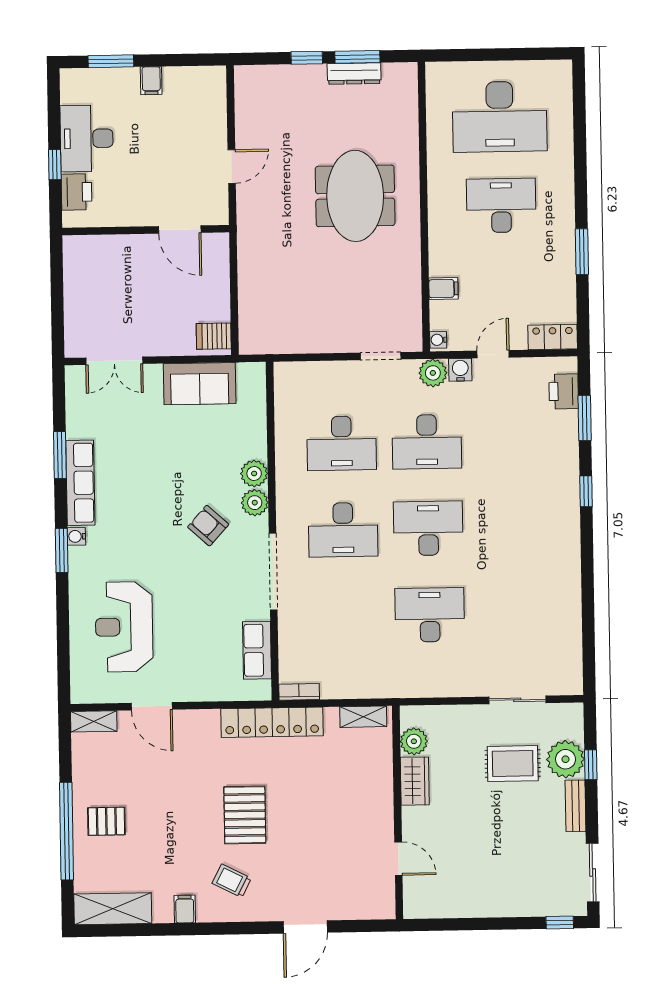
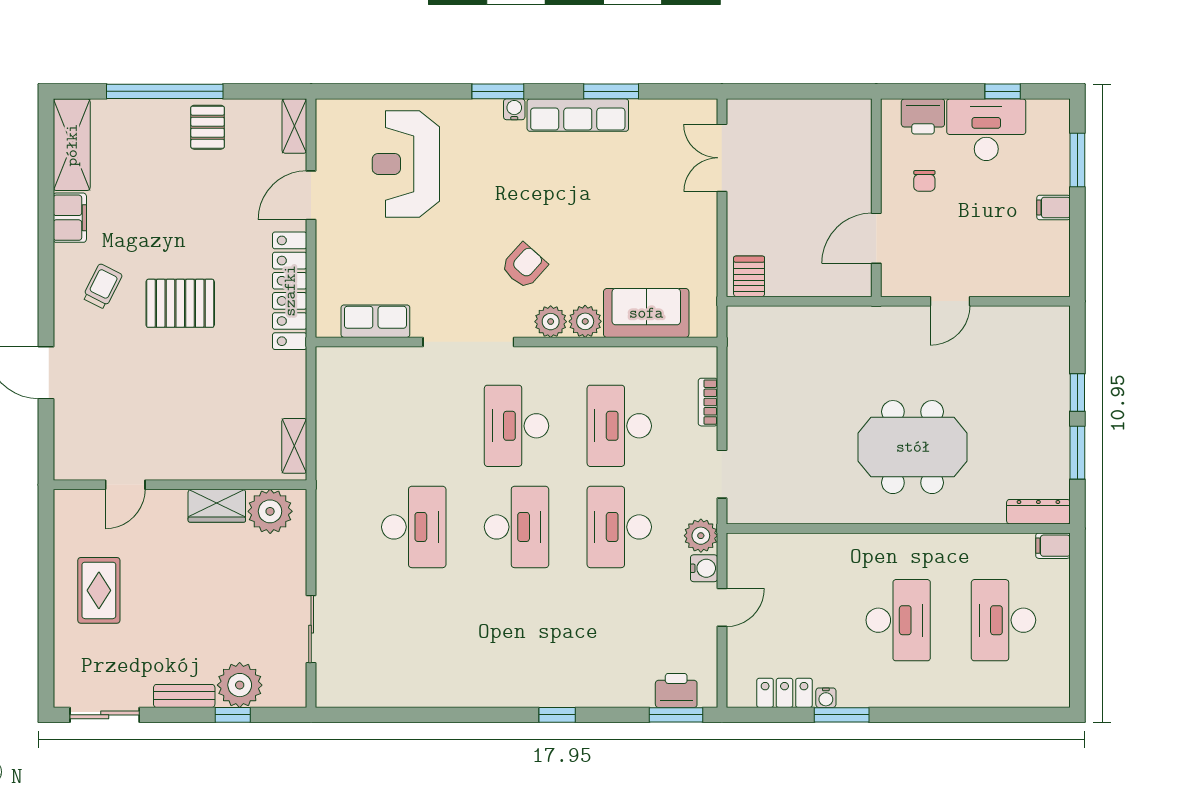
dresser: (354, 74) -> (1038, 512), moved, turned 90
desk: (500, 117) -> (1003, 620), width x0.73, depth x0.77
window: (55, 165) -> (1003, 91), moved
door: (232, 166) -> (950, 301), hinge flipped
chair: (131, 190) -> (924, 181), added
filing cabinet: (443, 289) -> (1053, 546), moved, turned 90
locker: (553, 337) -> (785, 693), moved, turned -90
water cooler: (438, 340) -> (826, 698), moved, turned 180
door: (493, 354) -> (722, 607), hinge flipped
sofa: (200, 384) -> (646, 313), moved, turned 90
window: (585, 418) -> (676, 715), moved
reception desk: (124, 627) -> (406, 164), turned -90
bookcase: (299, 692) -> (708, 402), moved, turned 180
locker: (272, 722) -> (290, 291), moved
plant: (414, 741) -> (270, 511), width x1.36, depth x1.36
rug: (513, 764) -> (99, 590), moved
pallet: (106, 821) -> (208, 127), moved
filing cabinet: (185, 909) -> (70, 218), width x2.00
window: (560, 923) -> (46, 675), removed

